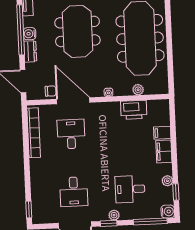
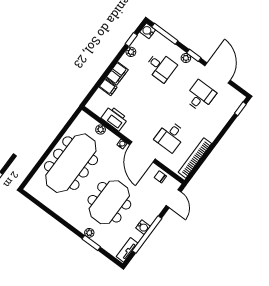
dresser: (30, 51) -> (152, 215), removed
door: (73, 101) -> (142, 152), moved

